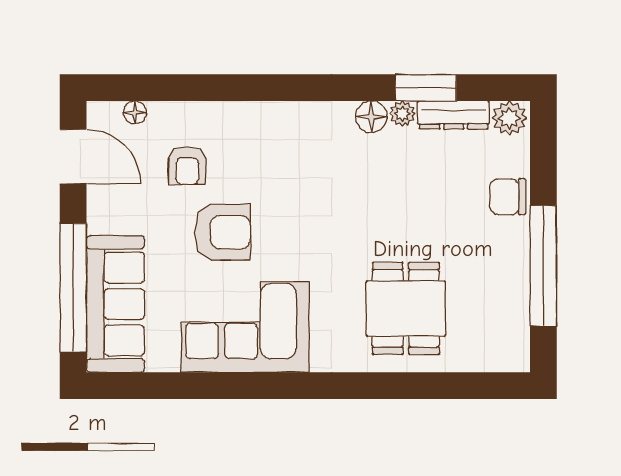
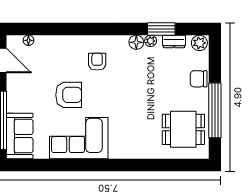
dresser: (454, 115) -> (174, 41), width x0.70
armchair: (187, 166) -> (97, 62), moved, turned 180
sofa: (116, 304) -> (20, 136), width x0.73
dining table: (406, 308) -> (183, 129), moved, turned 90

